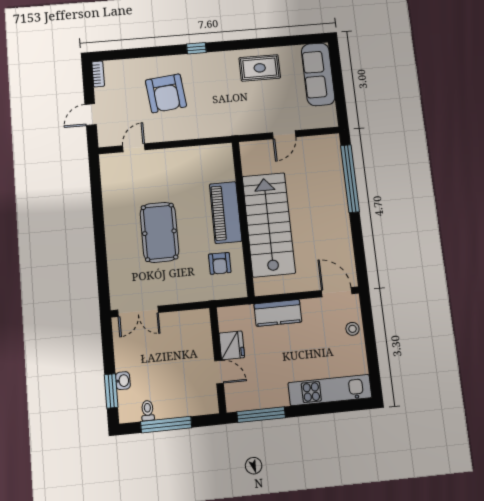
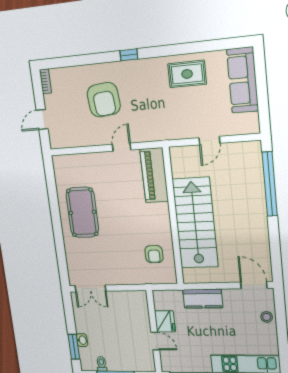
door: (134, 148) -> (122, 147), moved
piano: (226, 213) -> (154, 175), moved
pool table: (159, 232) -> (82, 212), moved

